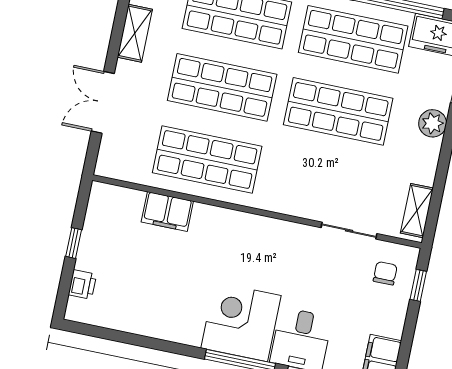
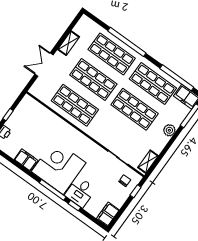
filing cabinet: (167, 212) -> (26, 160), moved, turned 180
corner desk: (241, 322) -> (59, 167), width x1.36, depth x1.36

